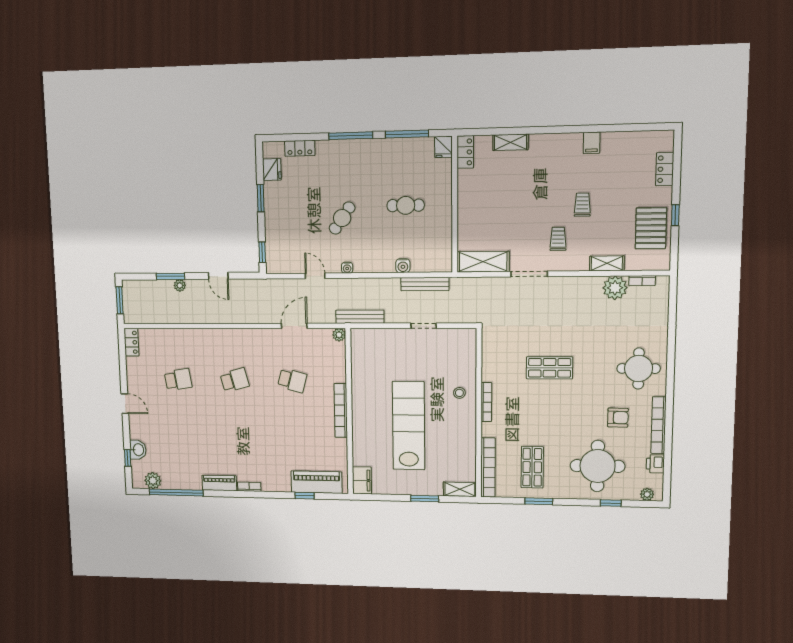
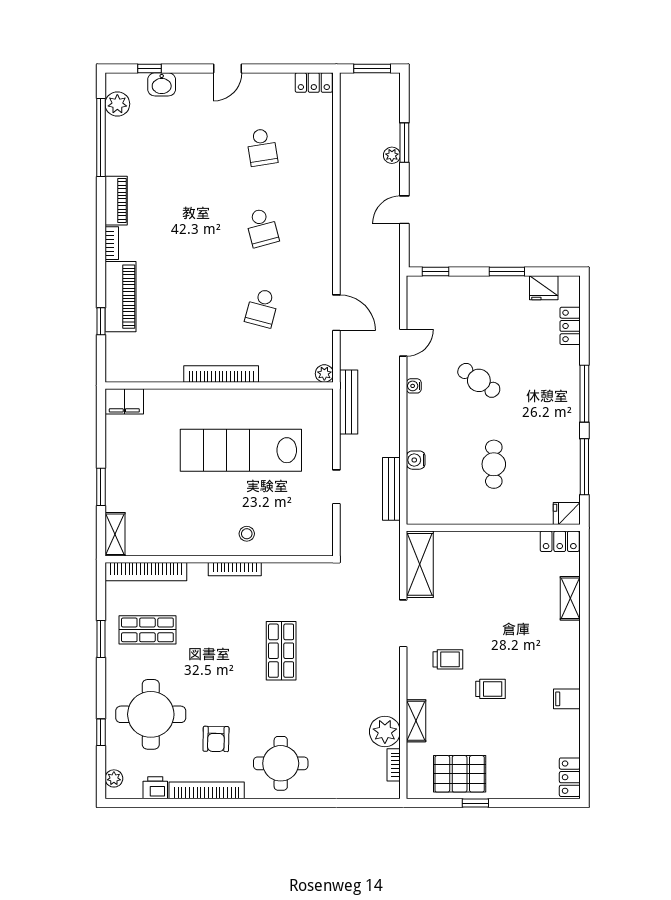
locker: (665, 169) -> (570, 777), moved, turned -90
lab bench: (409, 426) -> (241, 450), moved, turned 180
piano: (317, 482) -> (120, 297), moved

